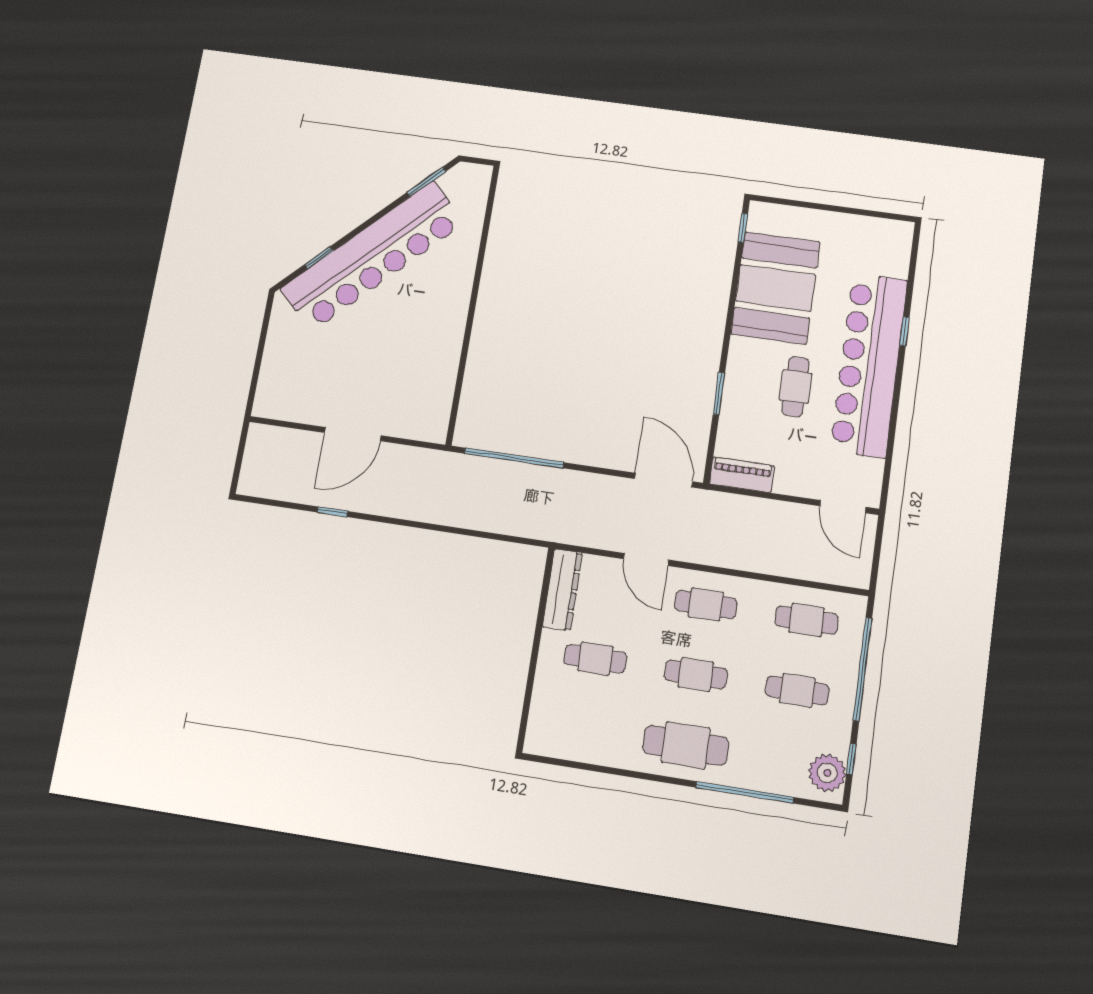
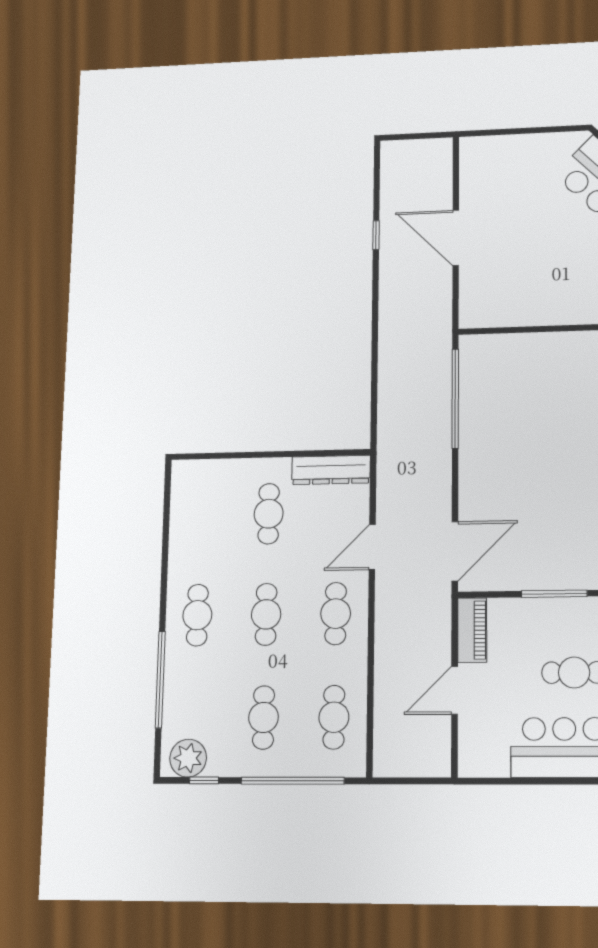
window: (719, 394) -> (554, 594), width x1.44
door: (843, 507) -> (455, 690), moved
cafe table: (686, 745) -> (197, 615), width x0.73, depth x0.74

